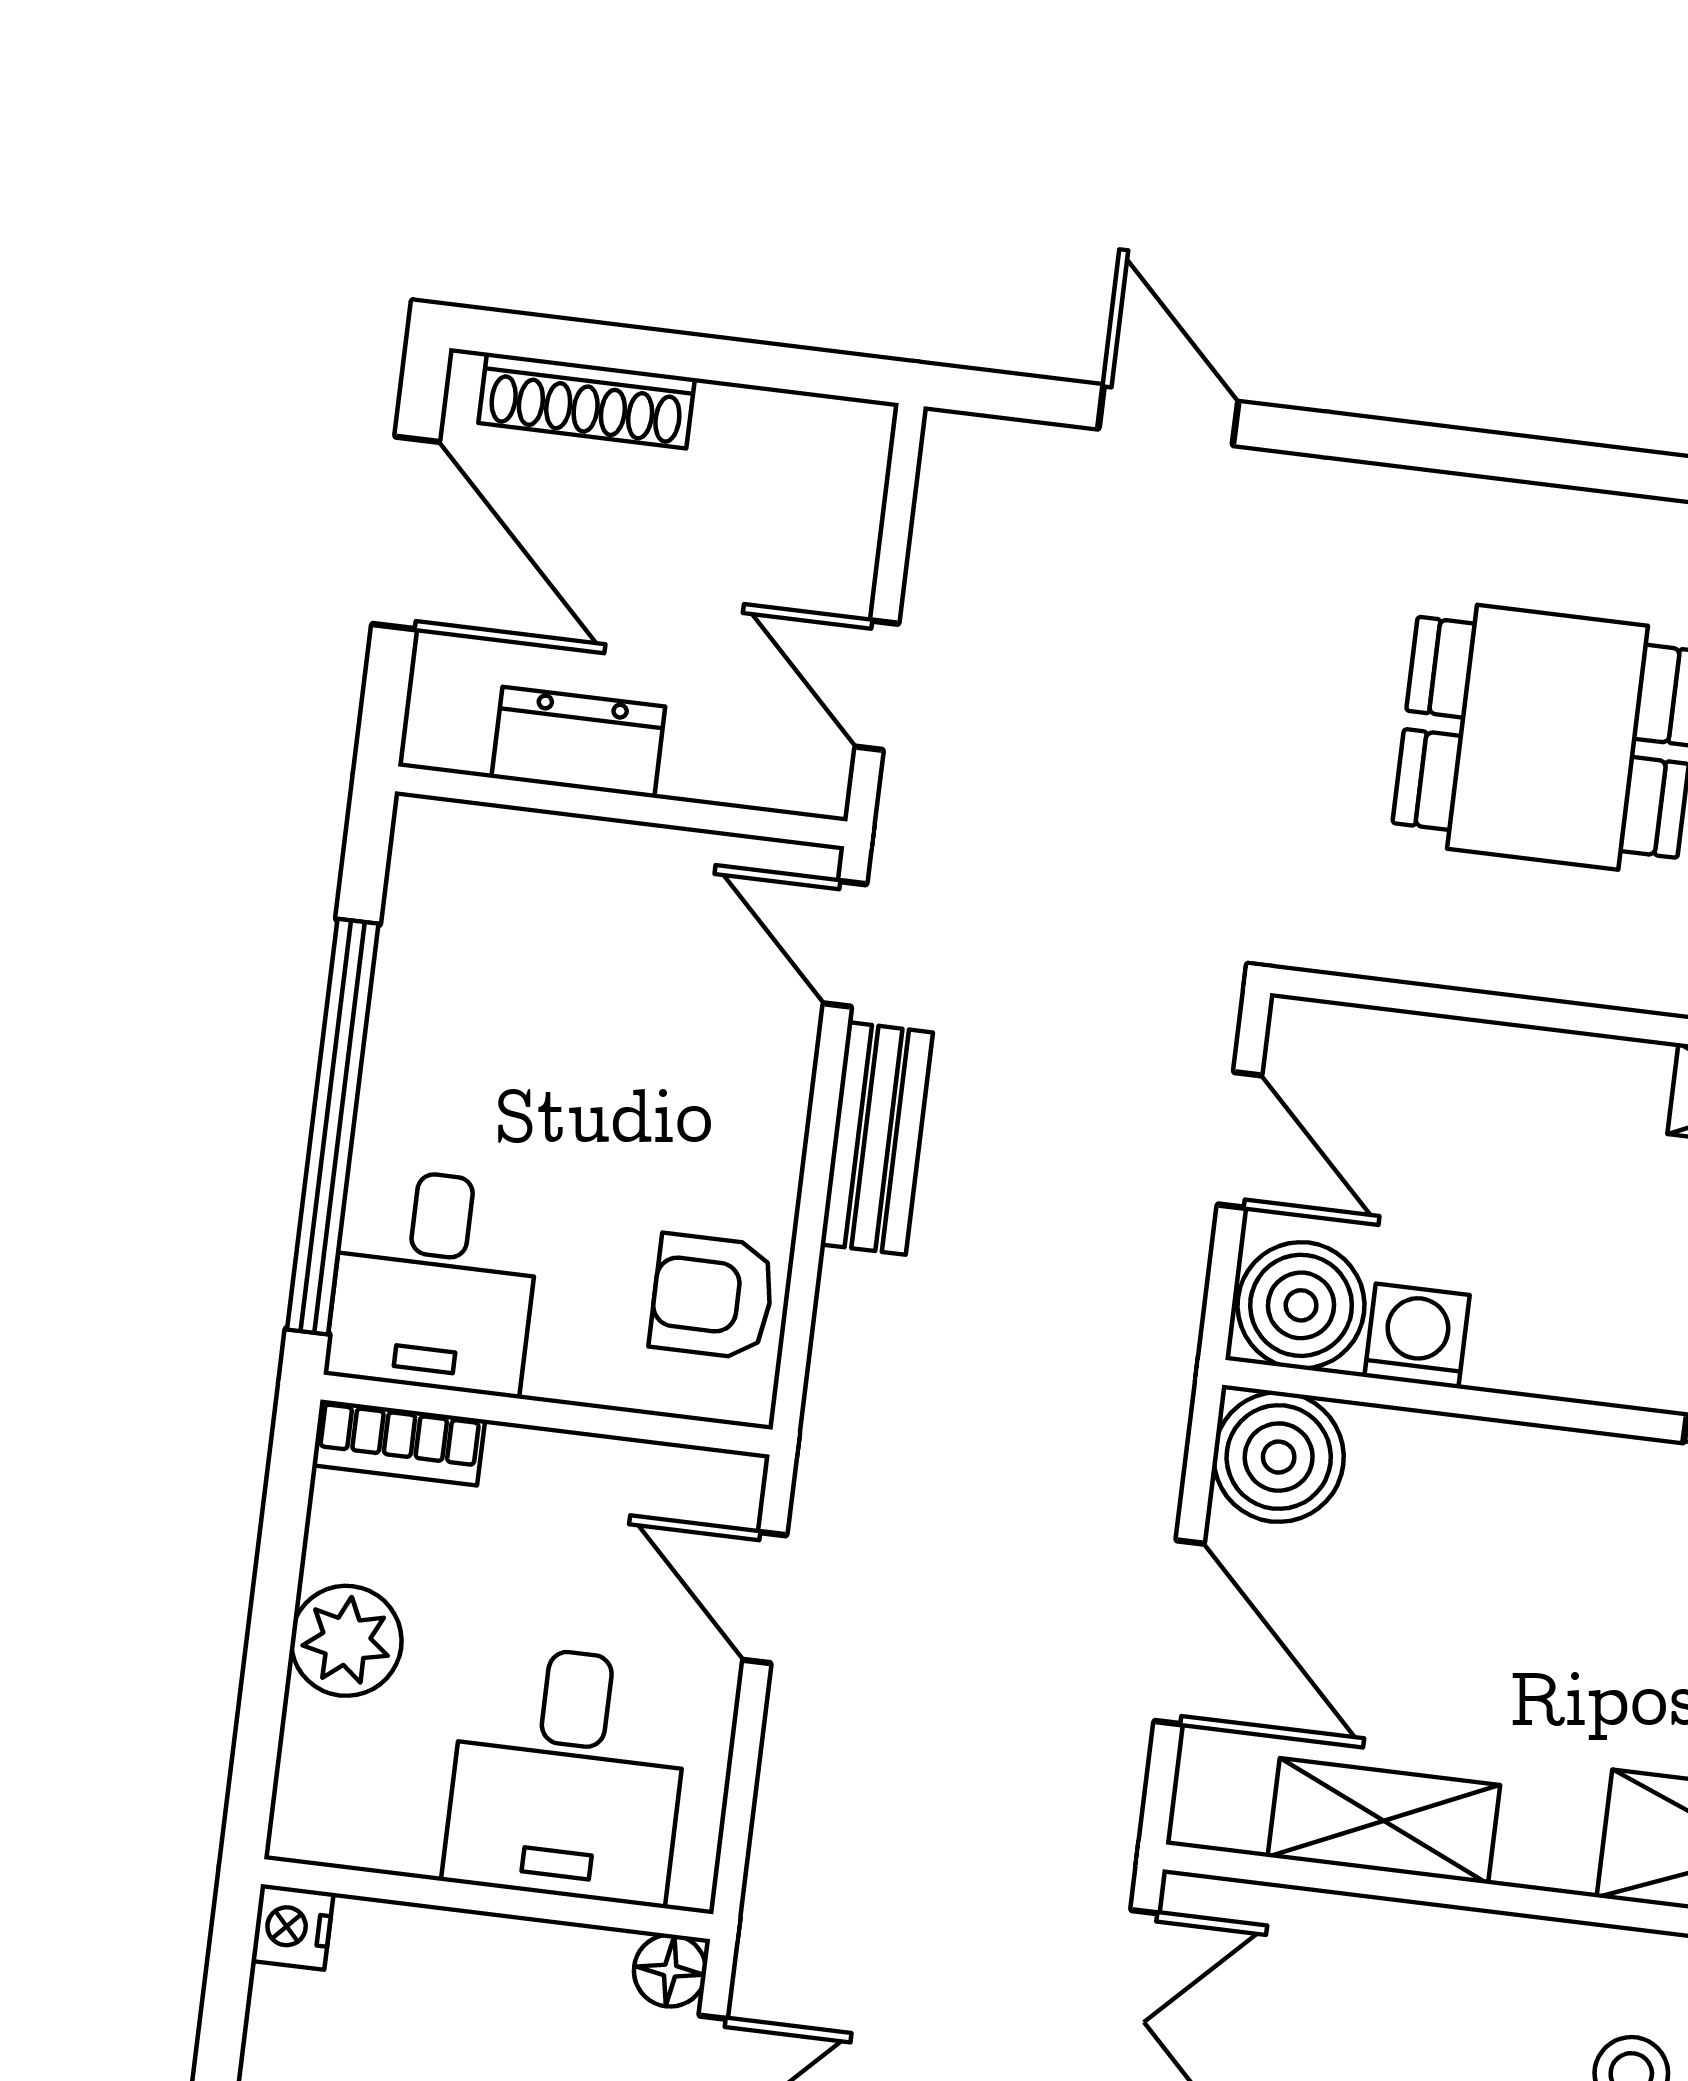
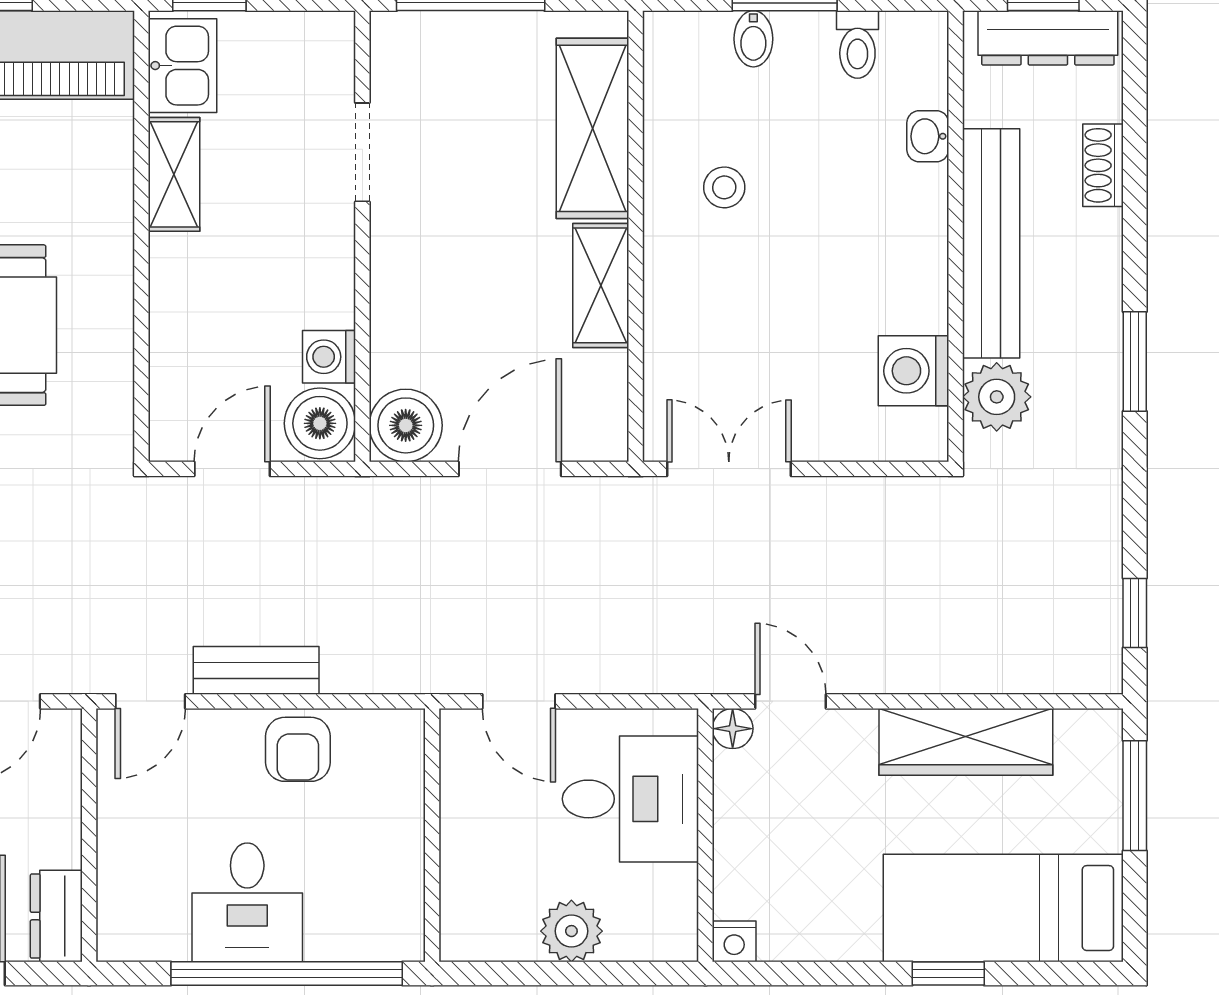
dresser: (578, 742) -> (56, 916), moved
desk: (434, 1281) -> (247, 902), moved, turned 90
armchair: (712, 1296) -> (298, 749), moved
bookcase: (399, 1443) -> (458, 915), removed
door: (765, 1598) -> (519, 701), hinge flipped
shelving: (1384, 1821) -> (601, 285), moved

